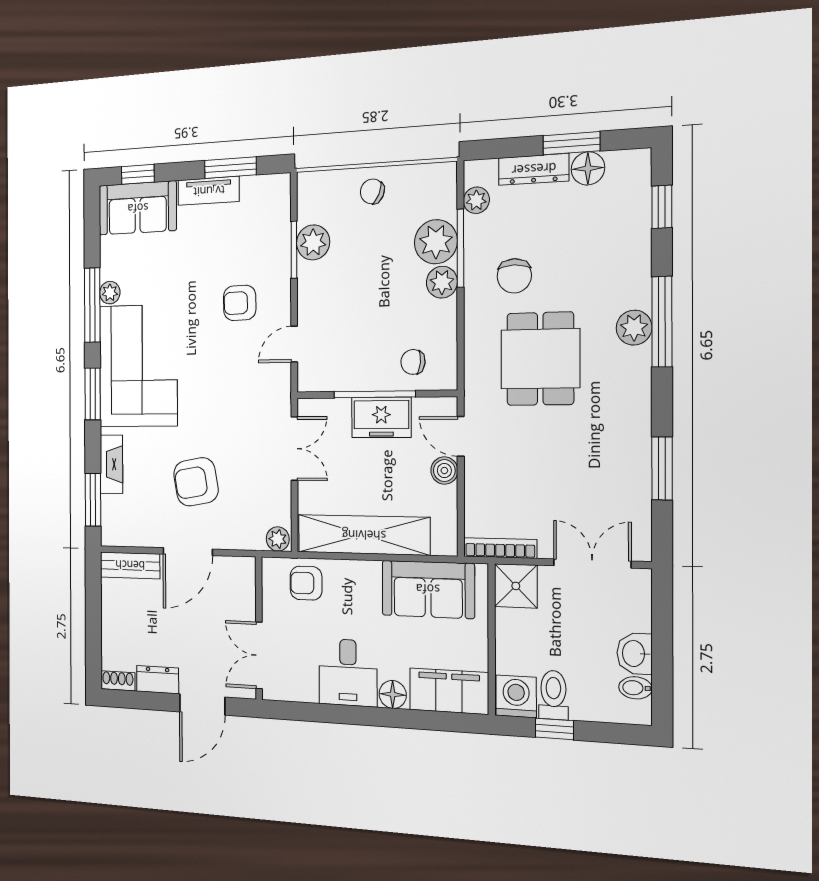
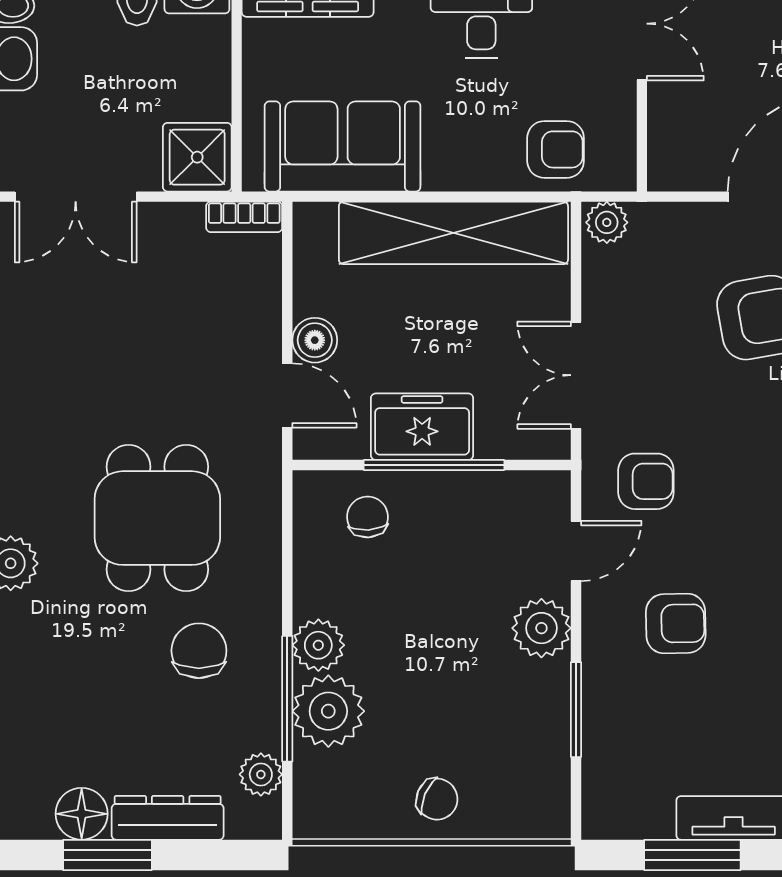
plant: (313, 242) -> (541, 628), moved
chair: (413, 362) -> (367, 517), turned -100
armchair: (256, 386) -> (646, 481), added
bookcase: (500, 548) -> (244, 217), width x0.64

